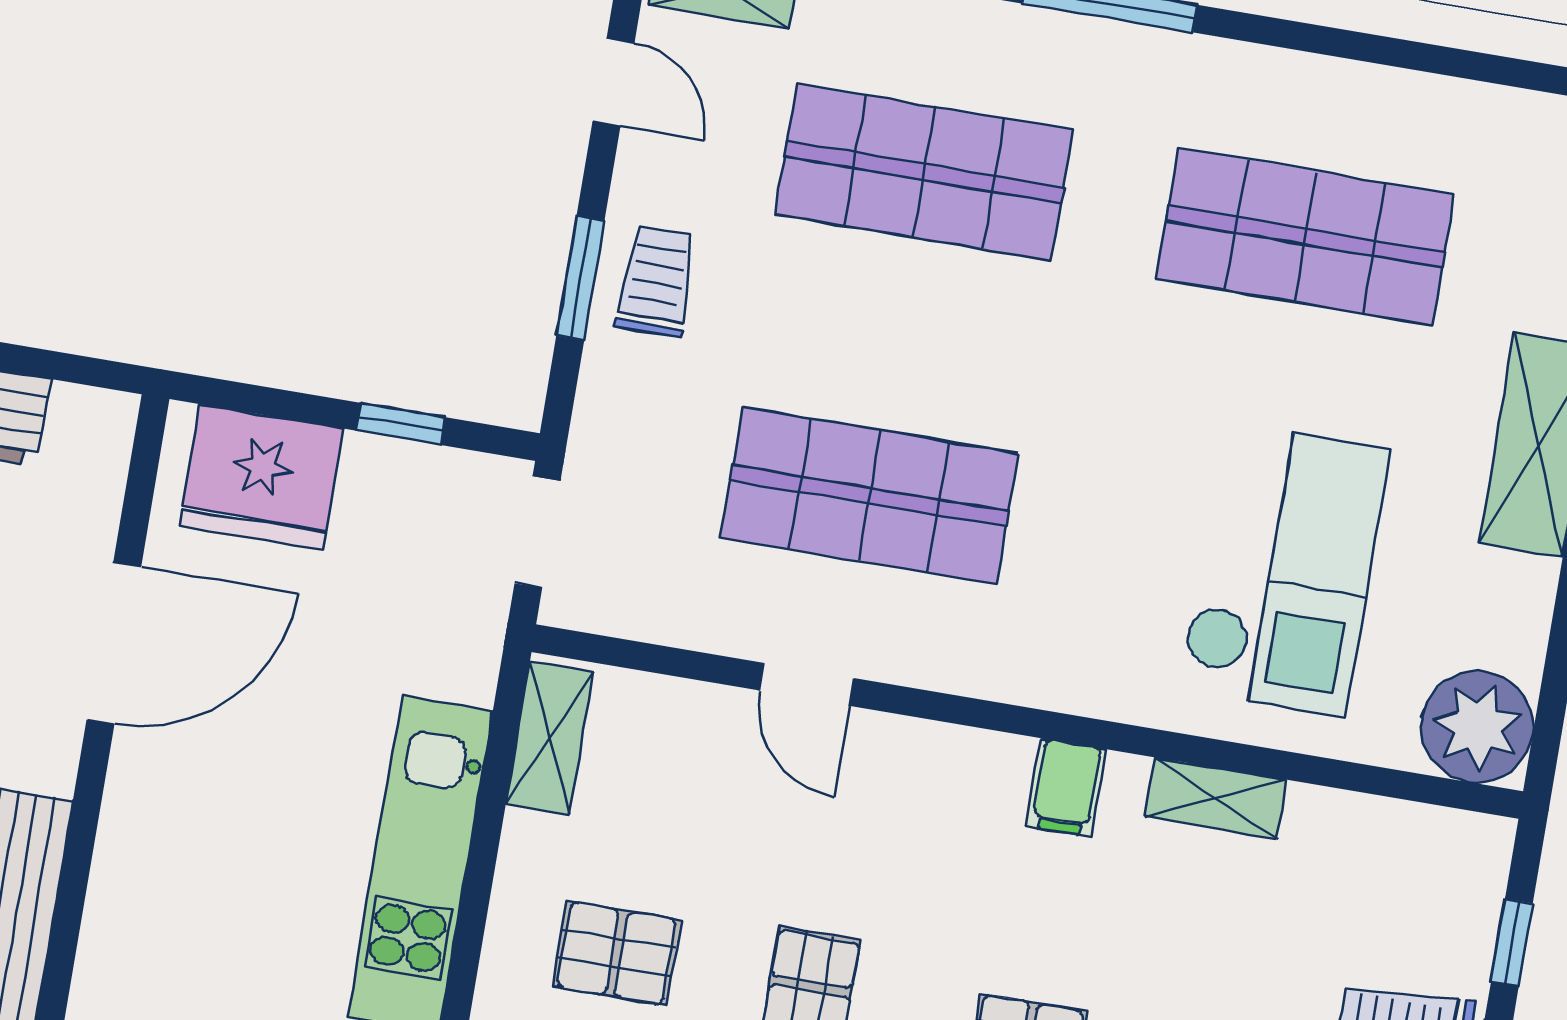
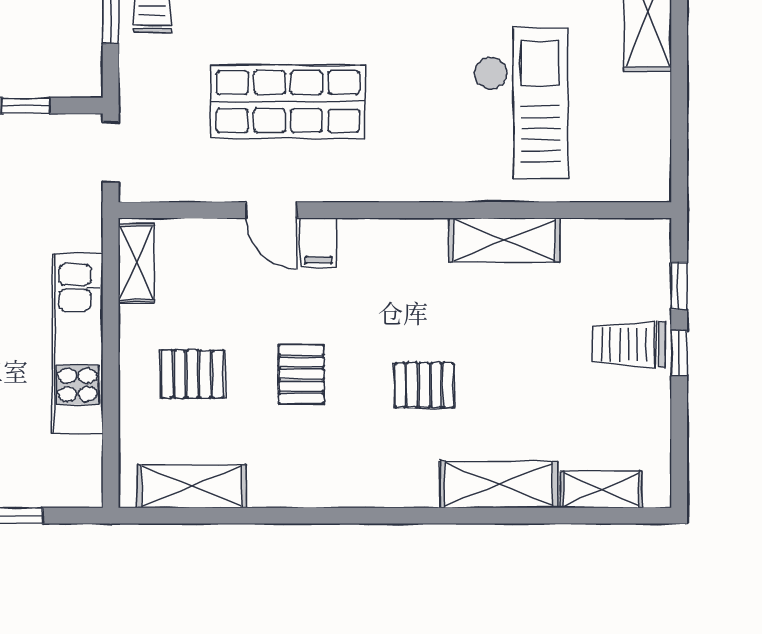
plant: (1477, 727) -> (640, 171), removed
filing cabinet: (1066, 788) -> (319, 243), moved
shelving: (1216, 798) -> (504, 240), width x1.50, depth x1.33

